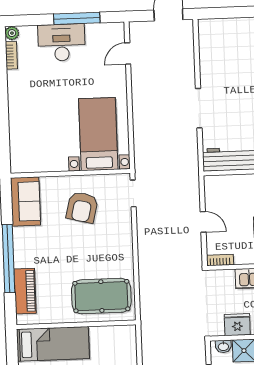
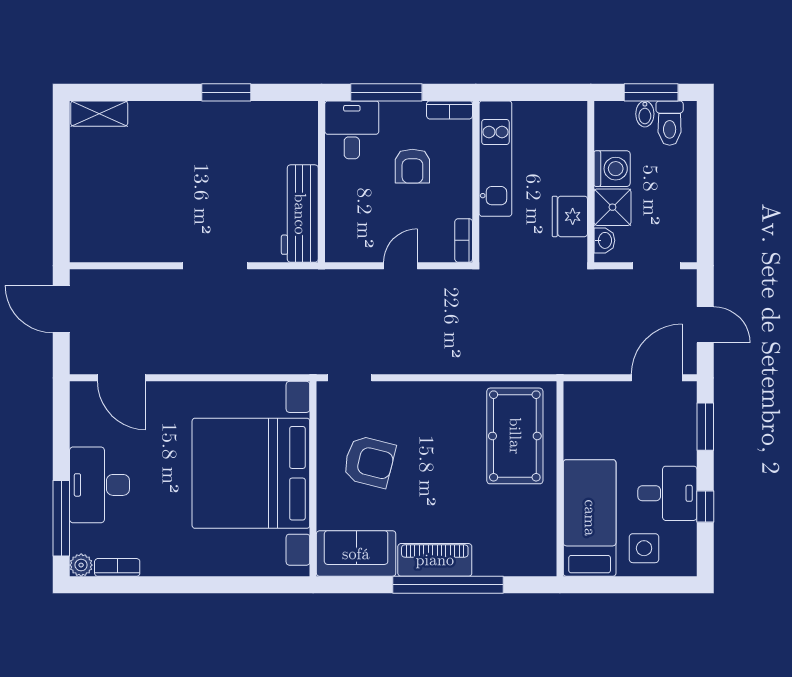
window: (77, 18) -> (61, 518), moved
door: (128, 53) -> (122, 378), width x1.38
bed with nightstands: (98, 134) -> (251, 473), width x1.85
piano: (25, 291) -> (435, 560), moved

